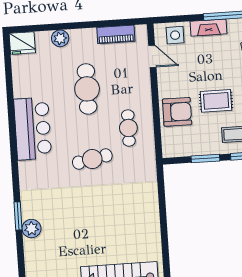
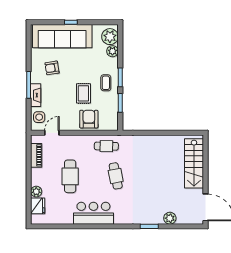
fridge: (22, 43) -> (38, 206), moved
cafe table: (87, 89) -> (70, 176), turned 90
cafe table: (128, 128) -> (106, 146), moved
plant: (32, 229) -> (170, 218), moved

